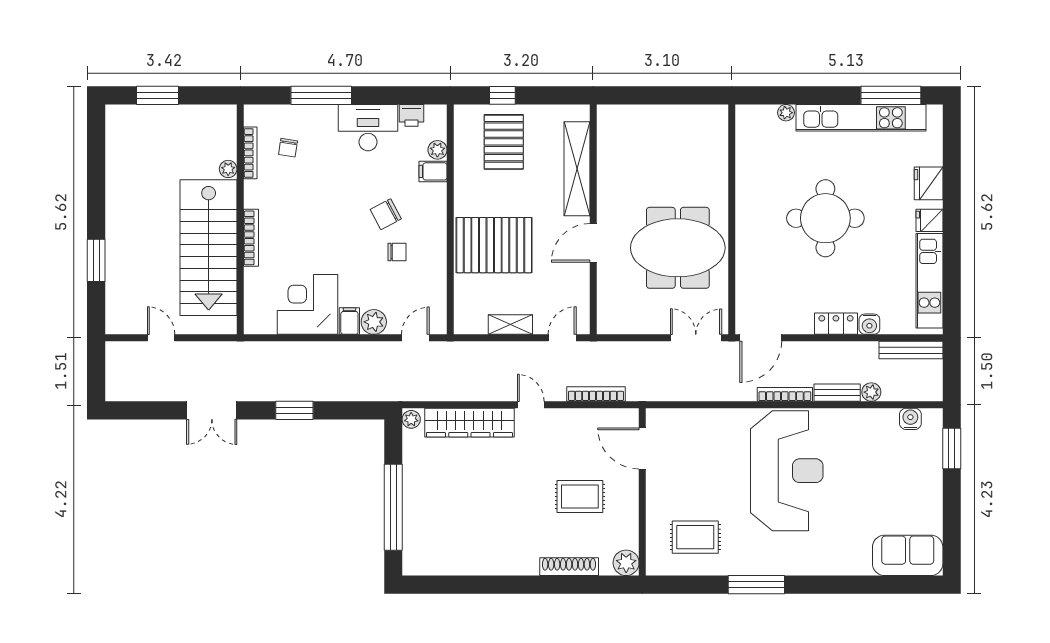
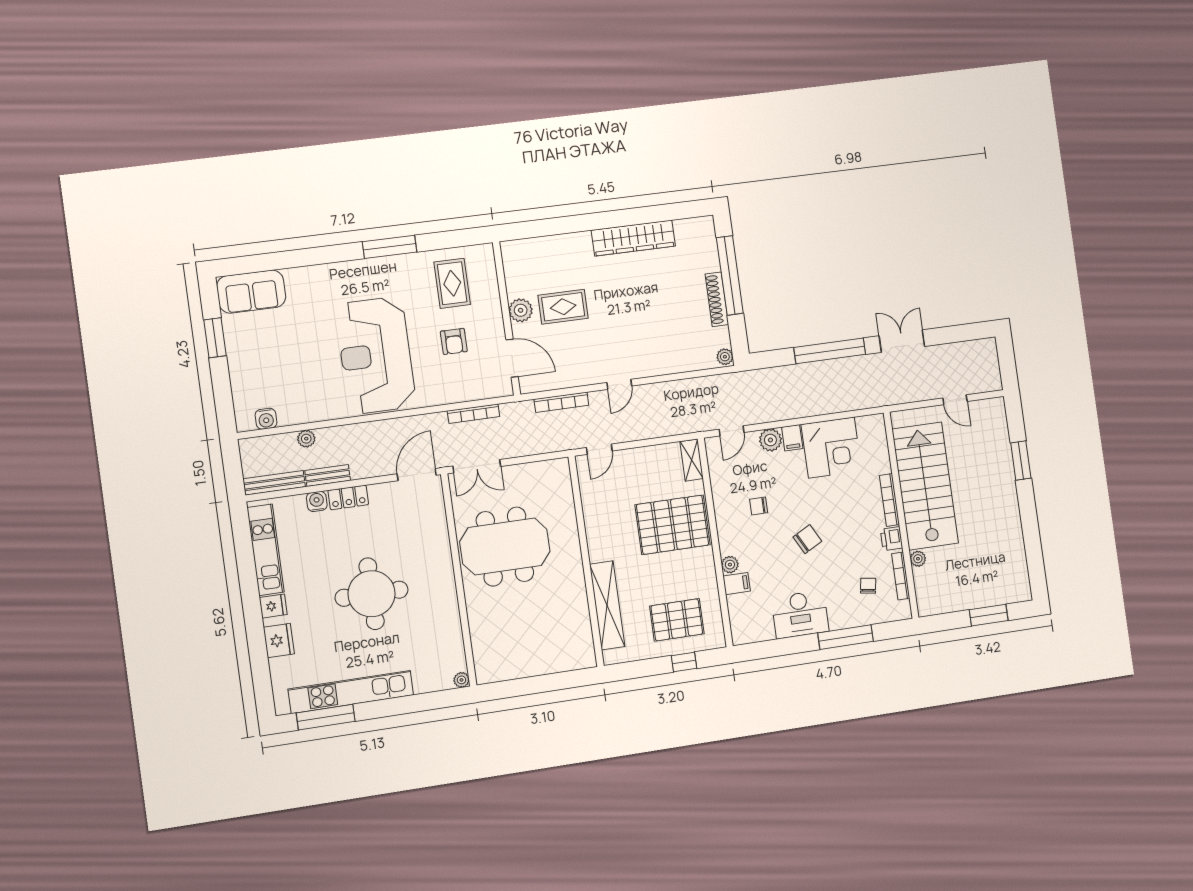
plant: (786, 113) -> (461, 680), moved
printer: (412, 115) -> (891, 539), moved, turned -90
pallet: (504, 142) -> (677, 620), turned 90
plant: (437, 150) -> (730, 565), moved
chair: (386, 214) -> (807, 539), moved
door: (593, 243) -> (583, 540), removed
shelving: (510, 325) -> (692, 460), moved, turned 90
bench: (837, 393) -> (328, 476), moved
bookcase: (785, 394) -> (473, 414), moved
door: (531, 405) -> (619, 384), hinge flipped
window: (294, 410) -> (830, 351), width x2.11
wardrobe: (469, 423) -> (633, 238), moved, turned 180
window: (952, 448) -> (215, 338), moved
armchair: (702, 475) -> (454, 341), added
rug: (695, 537) -> (452, 283), turned 90
plant: (626, 563) -> (521, 310), moved
shoe rack: (569, 567) -> (717, 299), moved, turned 90

